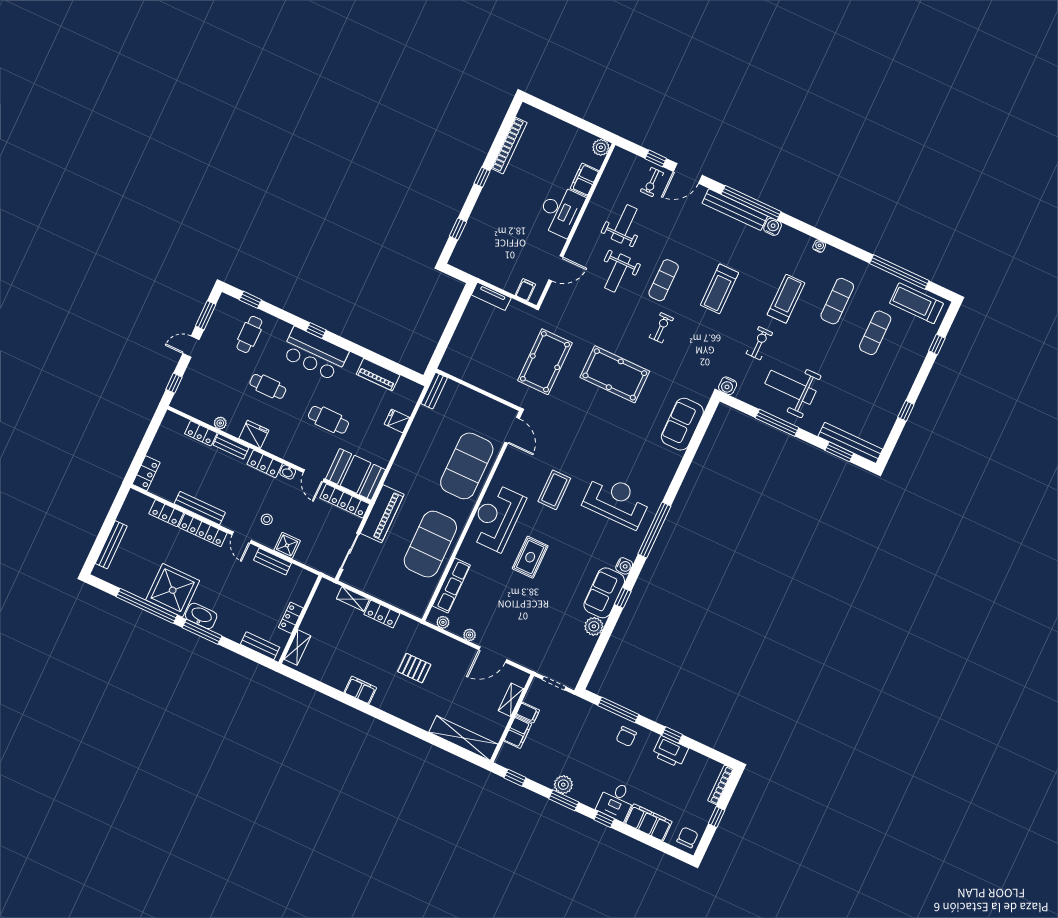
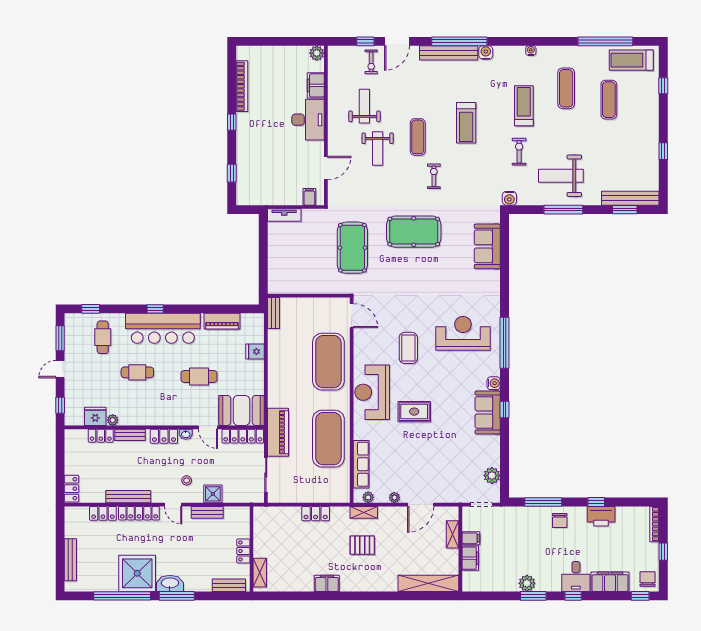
bar counter: (315, 354) -> (163, 328), width x1.36
fridge: (254, 434) -> (95, 416), moved
rug: (530, 557) -> (414, 412), turned 90
shelving: (353, 599) -> (364, 512), moved
plant: (594, 626) -> (492, 476), moved
window: (515, 778) -> (640, 596), moved

